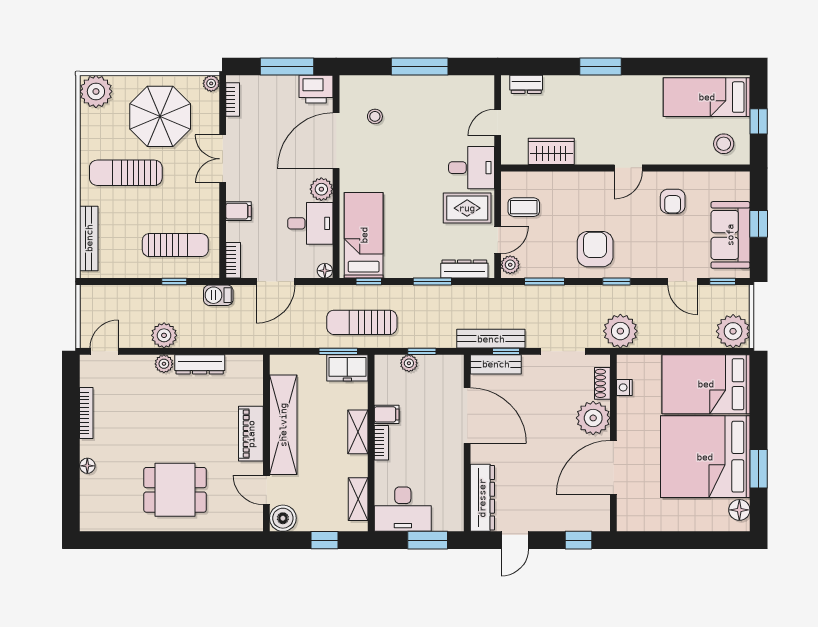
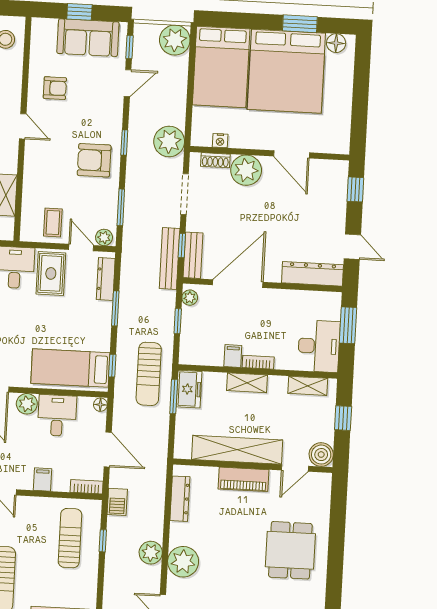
plant: (409, 363) -> (190, 298), moved
plant: (164, 364) -> (183, 562), width x1.88, depth x1.88
dresser: (200, 364) -> (180, 499), moved
door: (613, 467) -> (292, 154), width x0.73

